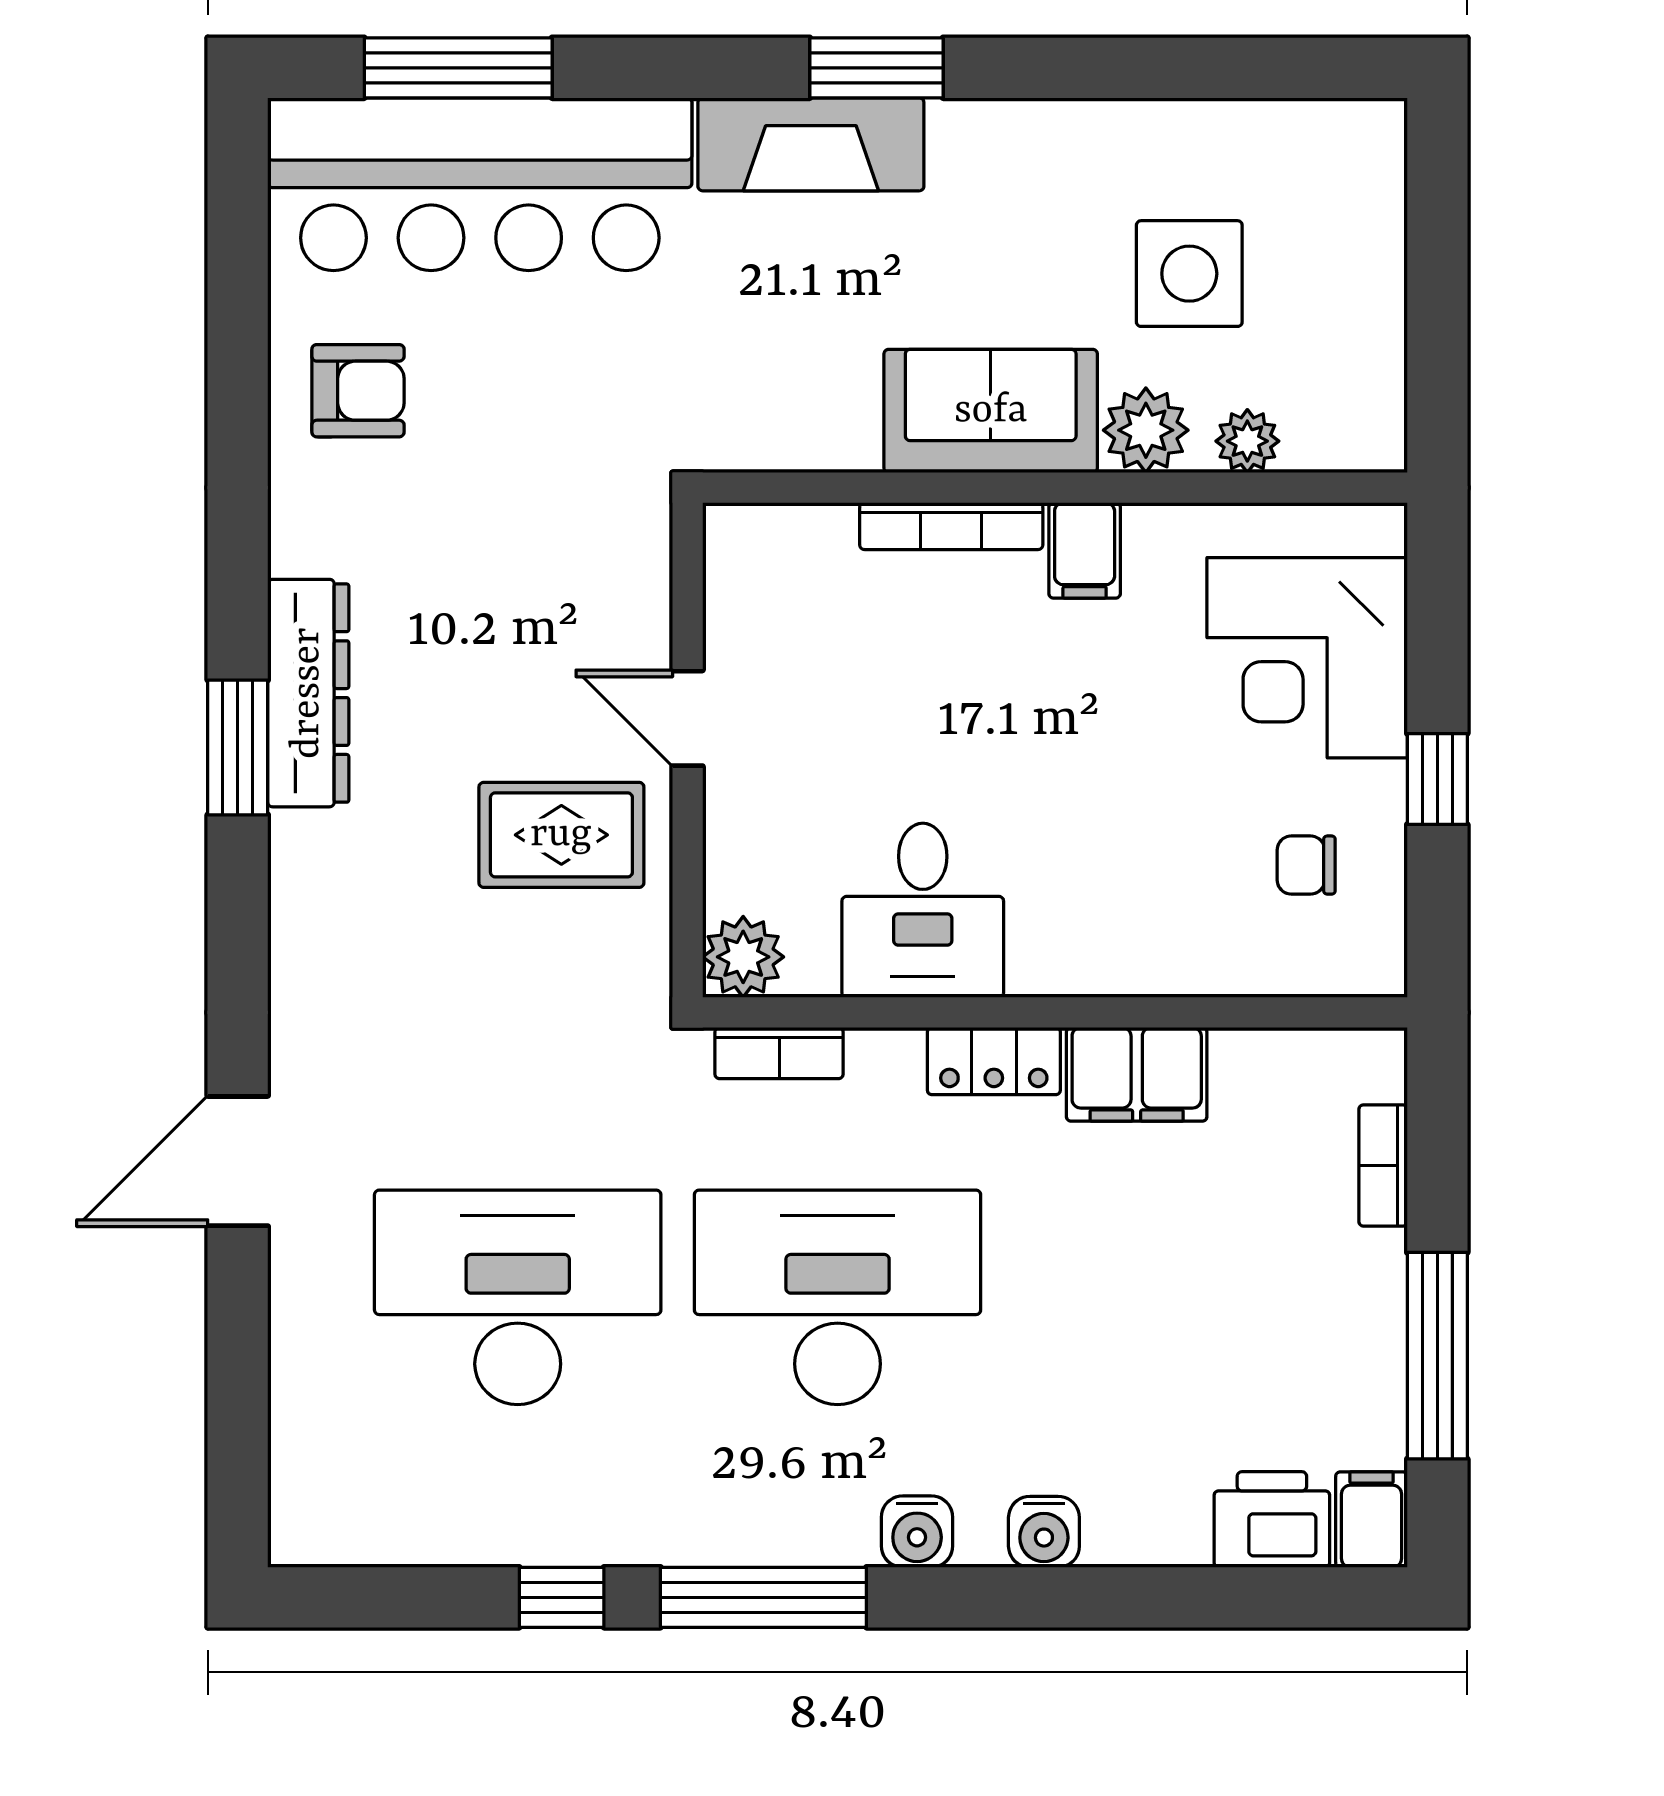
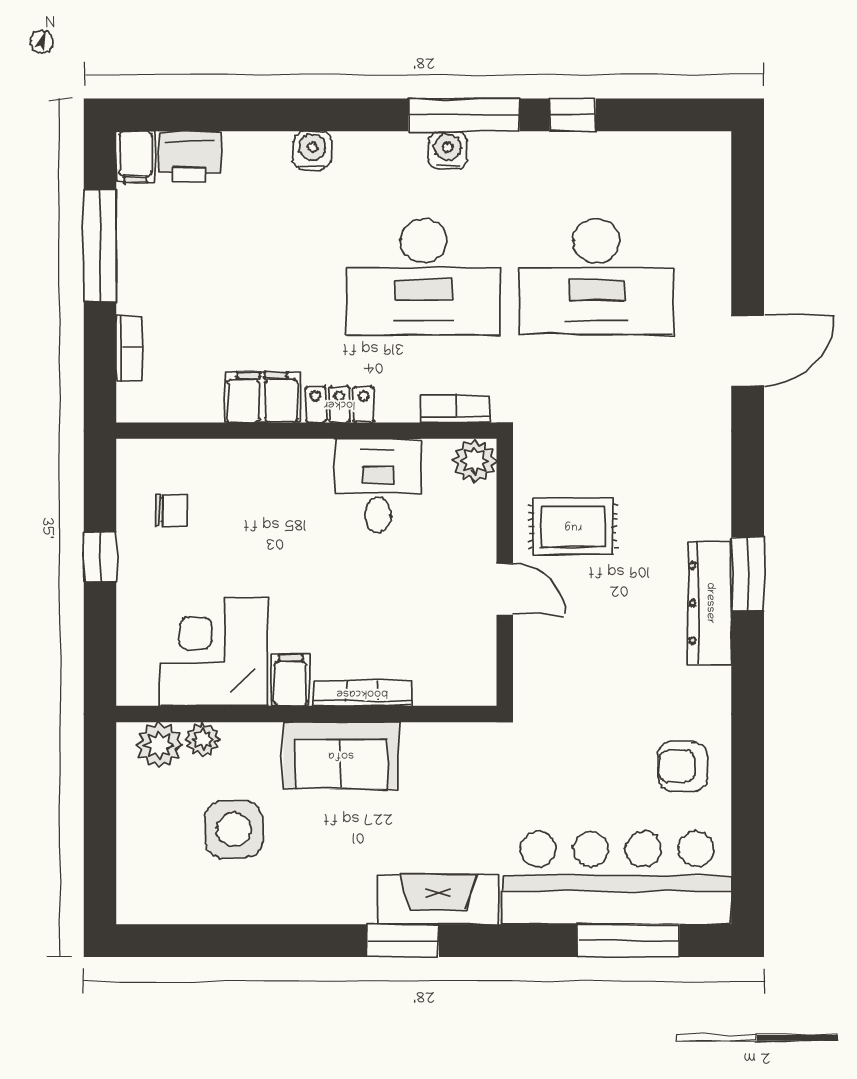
plant: (1146, 430) -> (159, 745), moved
corner desk: (1307, 658) -> (214, 652), moved, turned -90
water cooler: (917, 1532) -> (448, 150), moved

